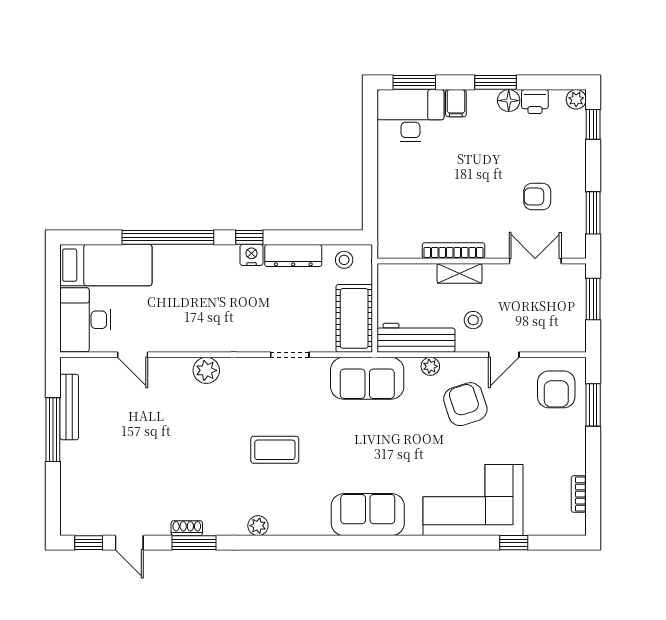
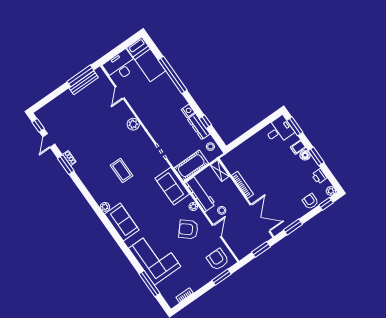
floor lamp: (509, 101) -> (305, 155), moved
desk: (410, 116) -> (279, 130), width x0.73
armchair: (537, 197) -> (310, 201), moved
window: (249, 237) -> (205, 122), moved
double door: (535, 261) -> (260, 218), width x1.37
shelving: (459, 273) -> (220, 171), moved
door: (504, 355) -> (217, 231), swing flipped
armchair: (556, 389) -> (218, 259), turned 90
armchair: (465, 404) -> (188, 229), turned -121
window: (53, 430) -> (80, 76), moved
plant: (258, 526) -> (105, 207), moved
window: (514, 543) -> (149, 284), width x2.17

